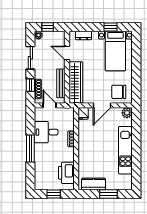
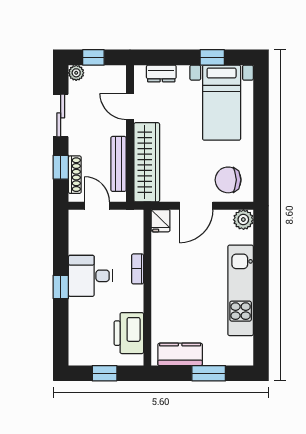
desk: (46, 132) -> (91, 276), moved
window: (30, 148) -> (61, 287), width x0.46

